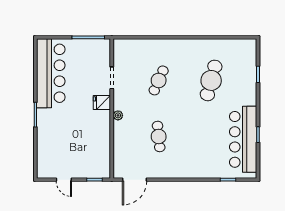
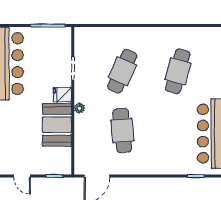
cafe table: (159, 80) -> (122, 71), width x1.37, depth x1.35
booth: (97, 131) -> (57, 125), added
cafe table: (159, 136) -> (122, 130), width x1.37, depth x1.35

